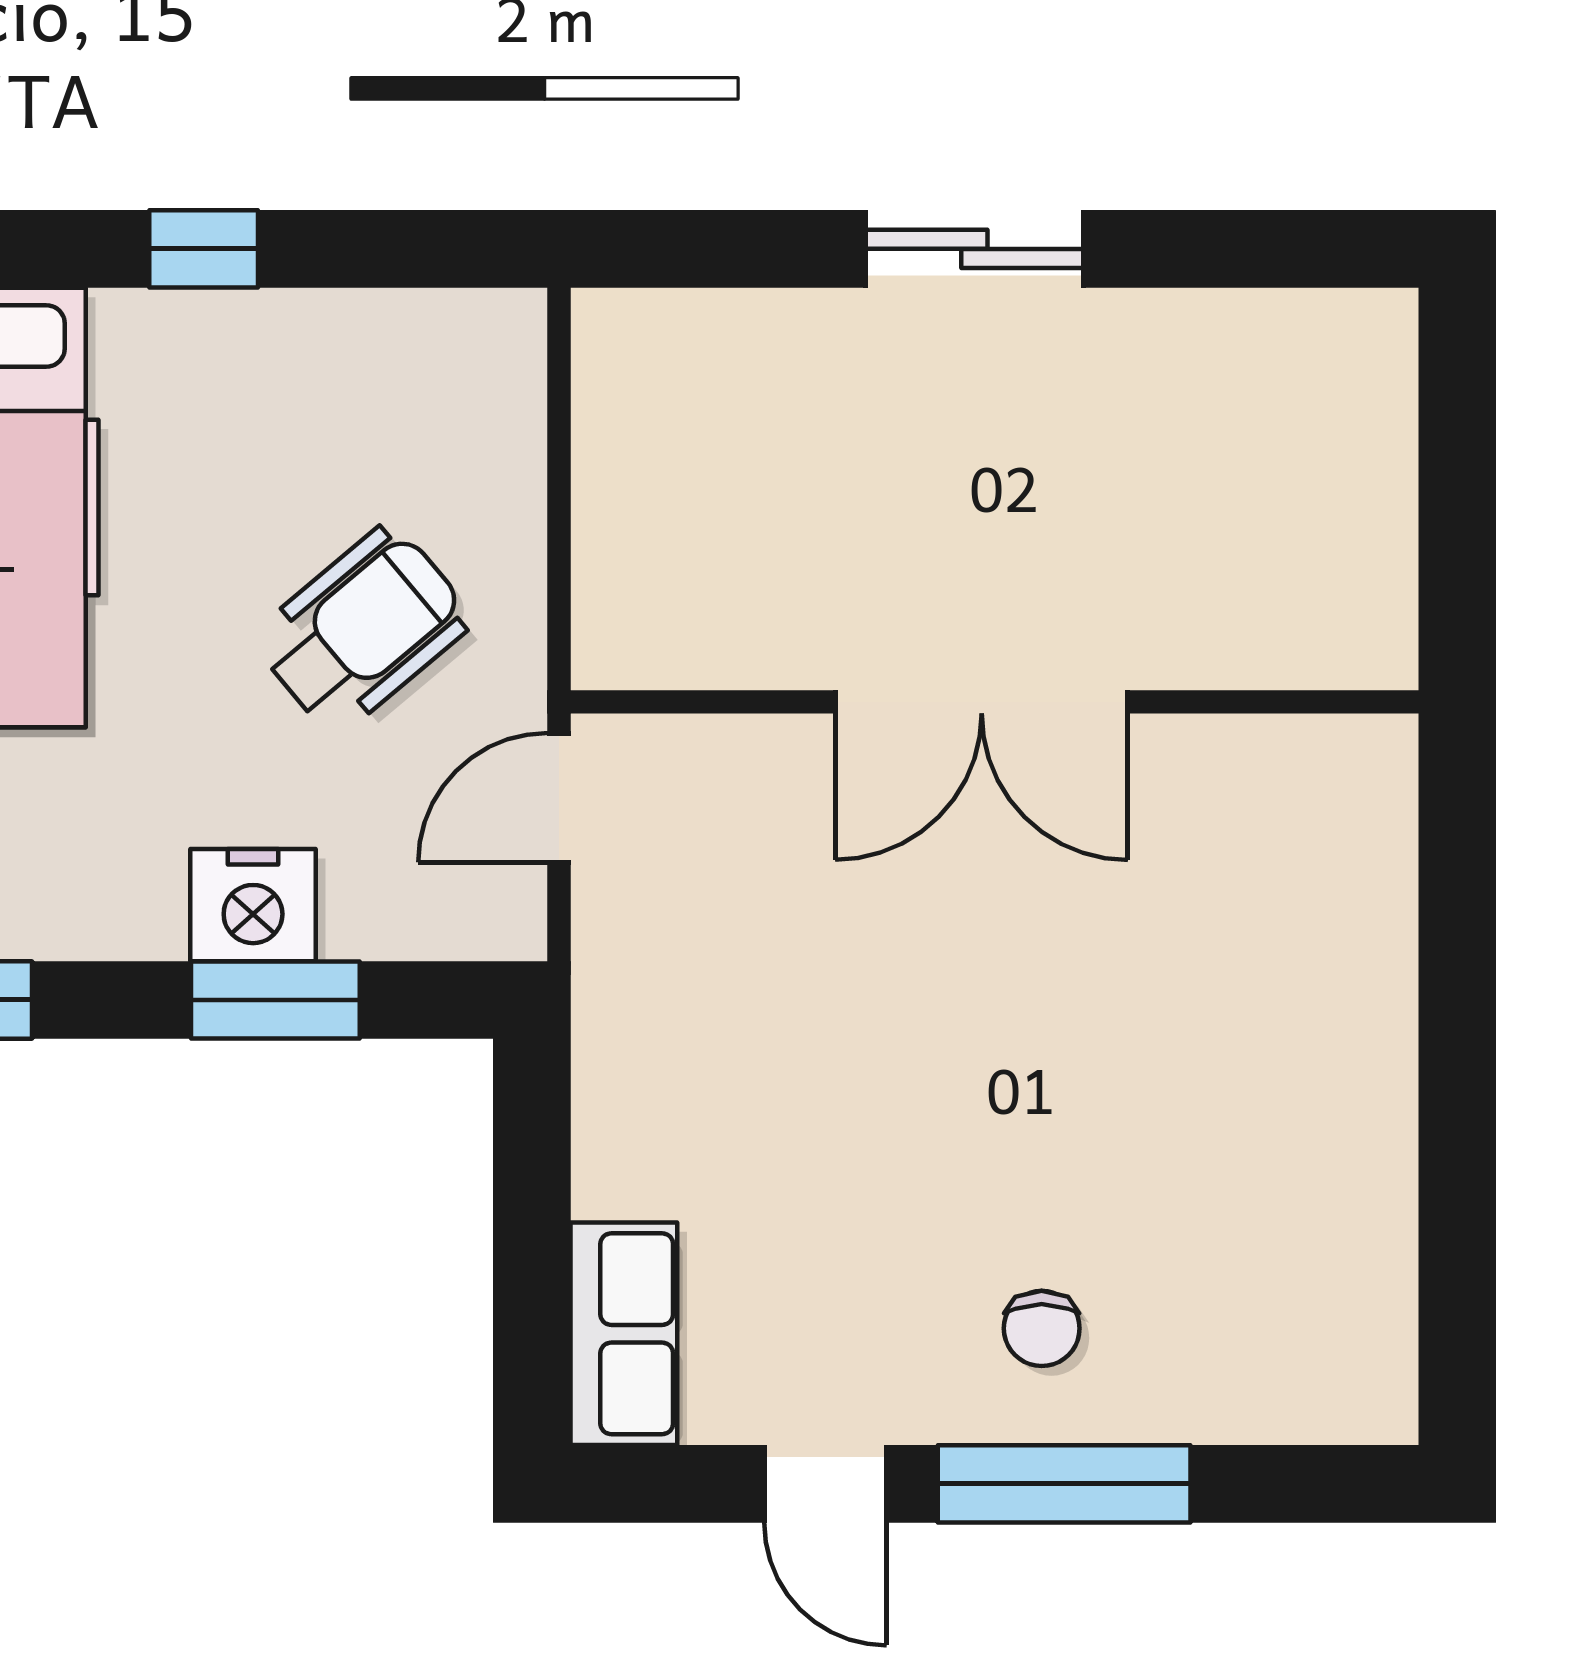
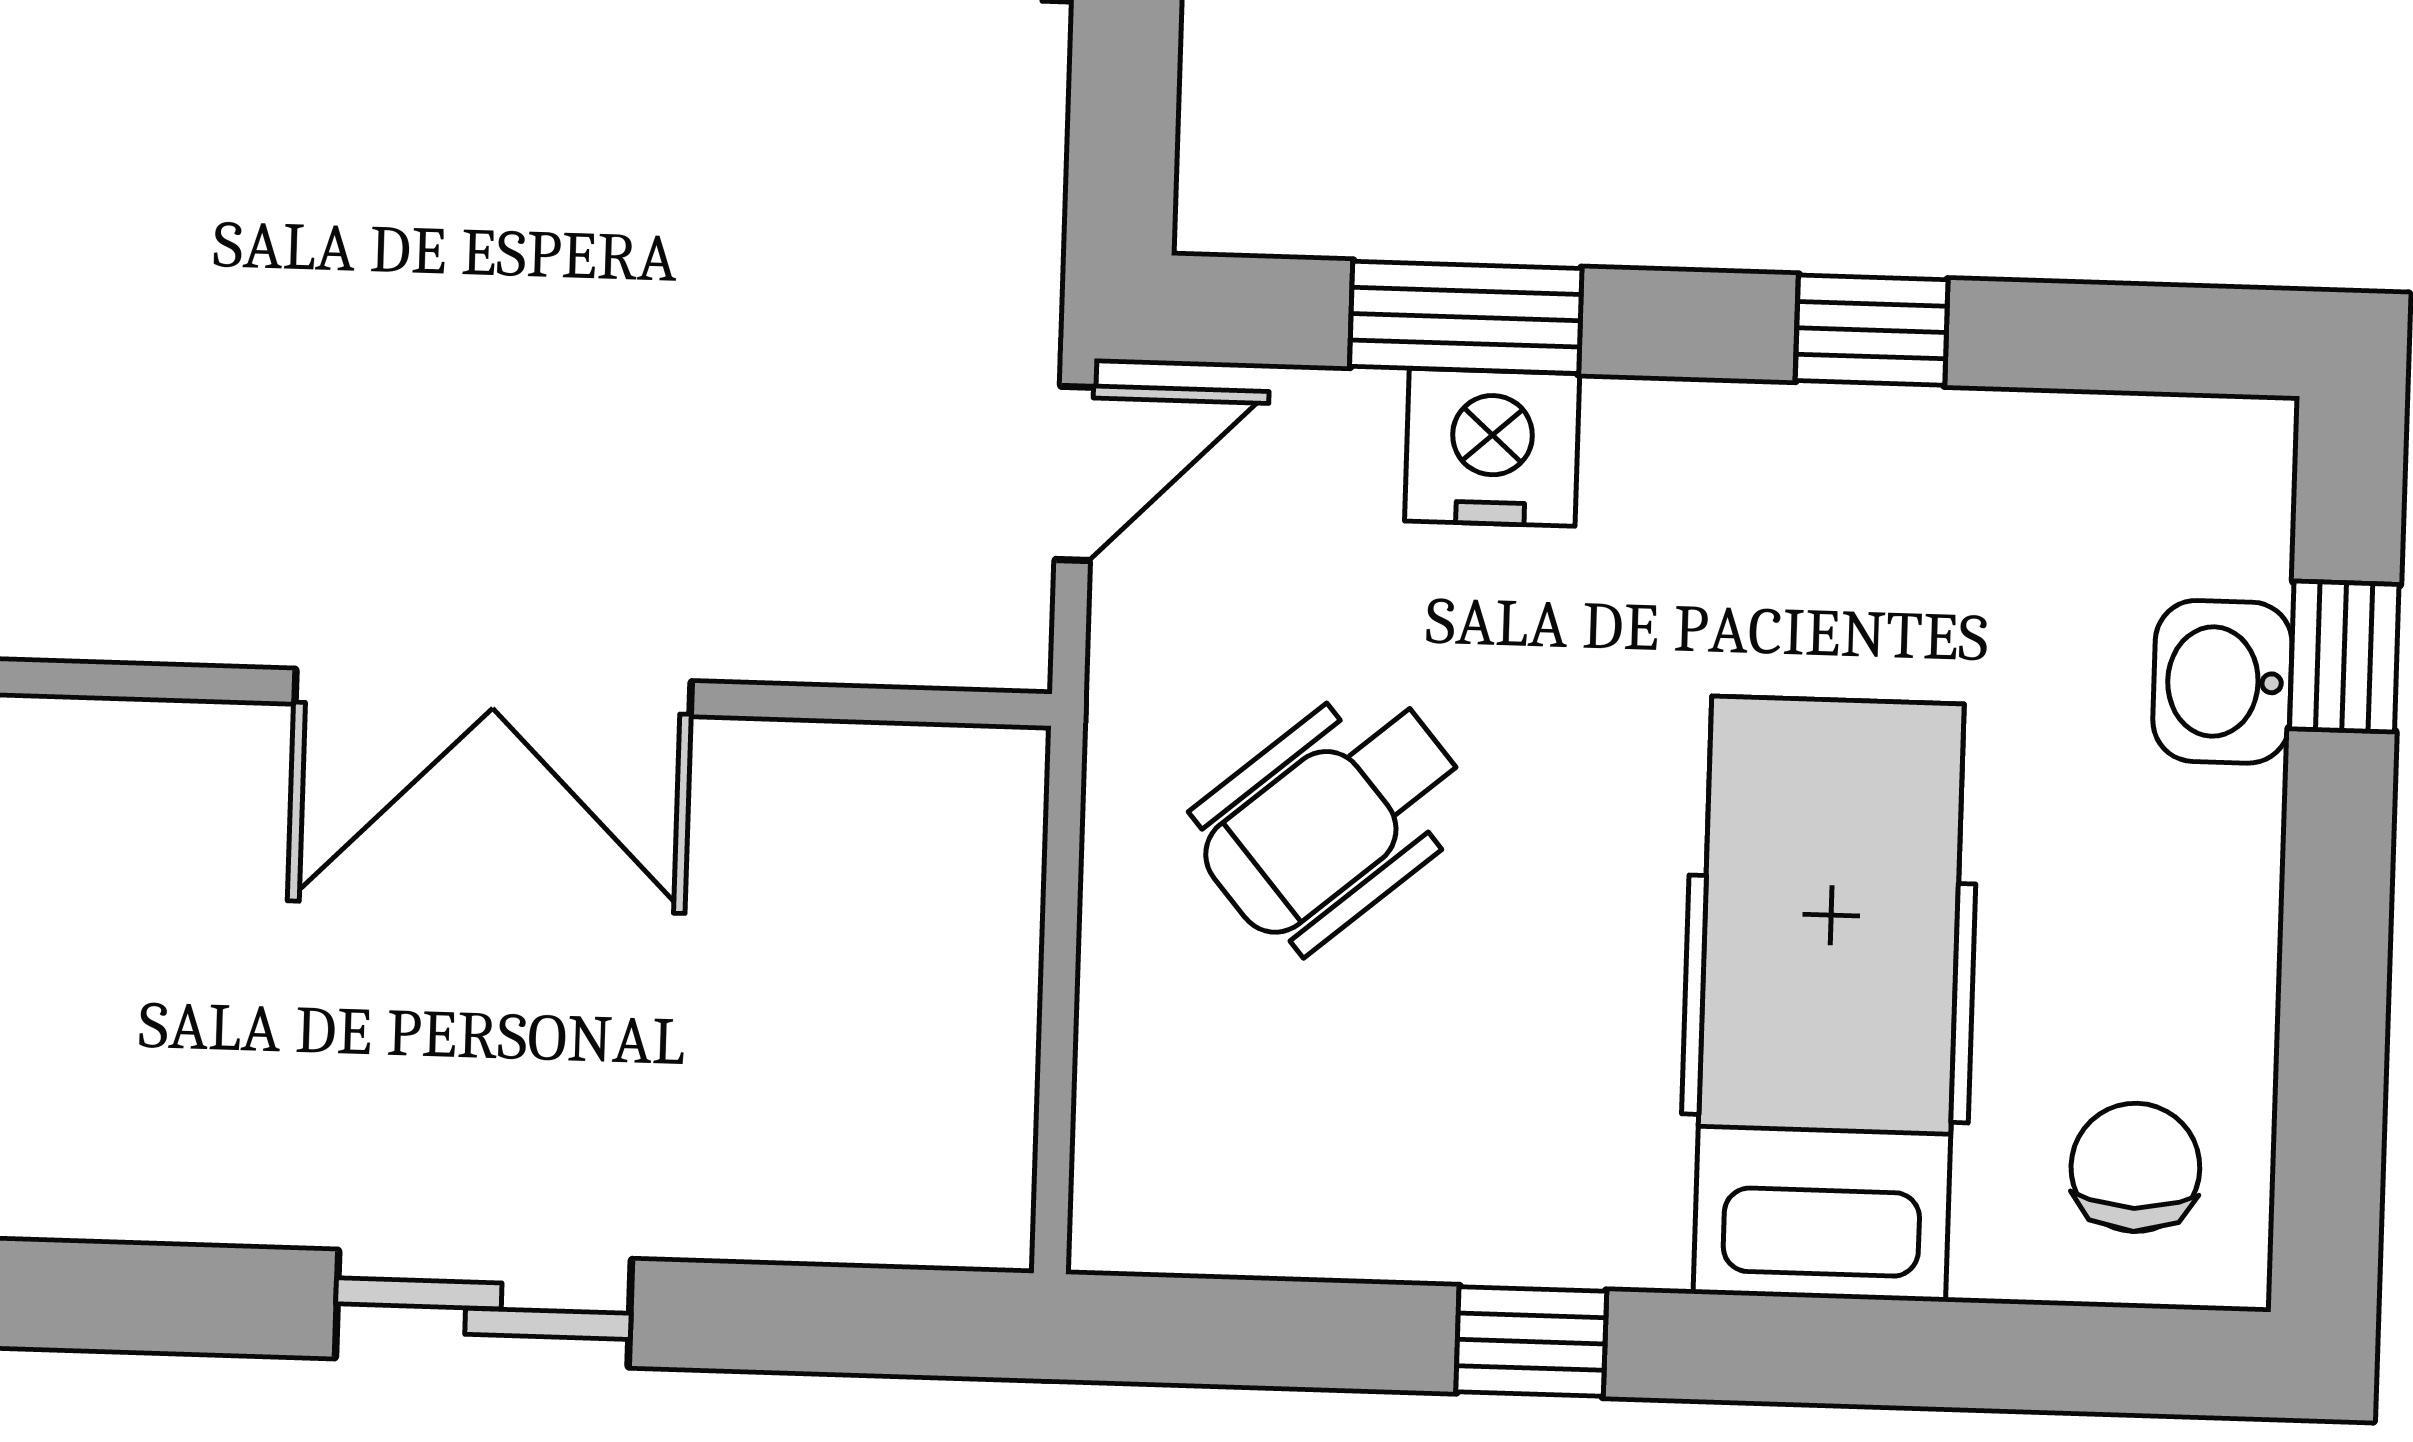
double door: (982, 702) -> (493, 692), swing flipped
door: (559, 798) -> (1075, 473), moved

